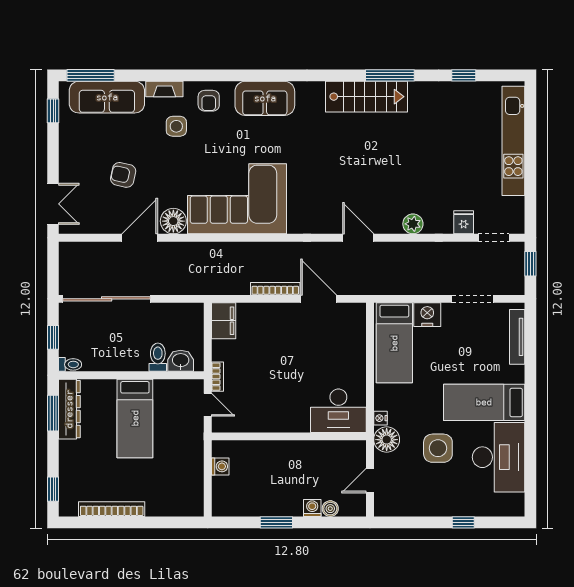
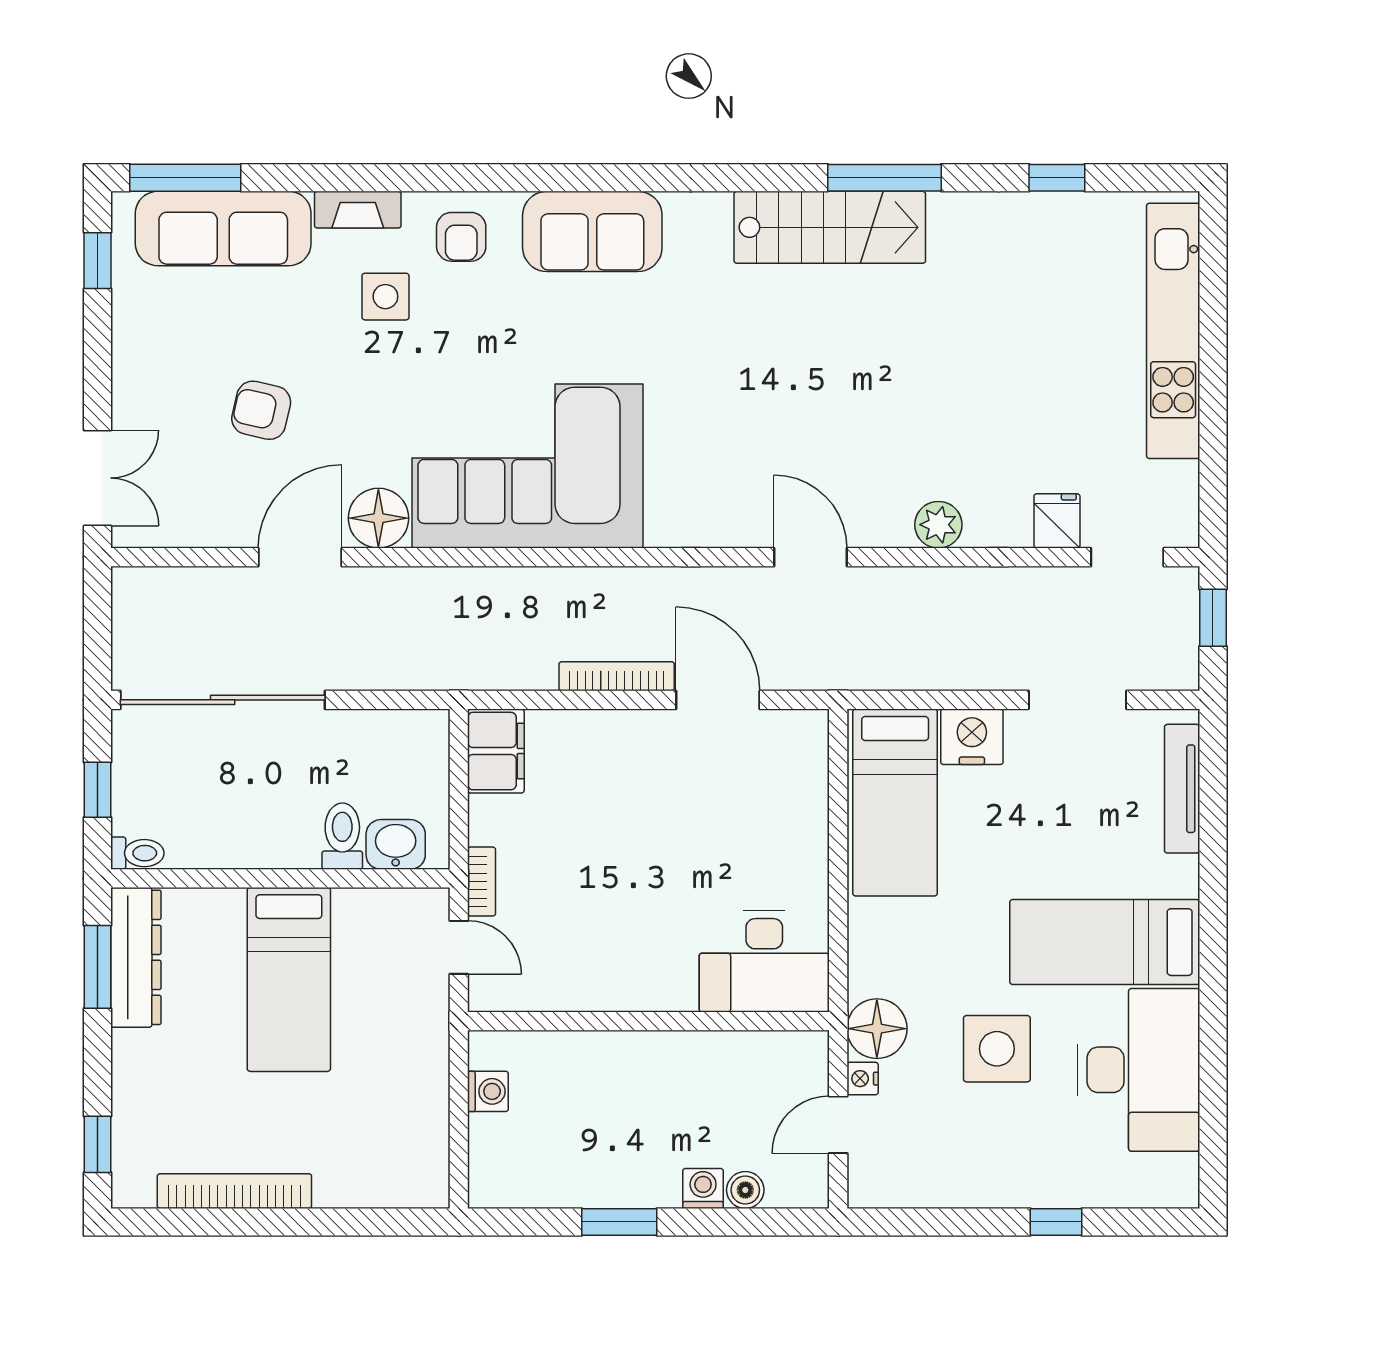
nightstand: (380, 418) -> (863, 1079), moved

